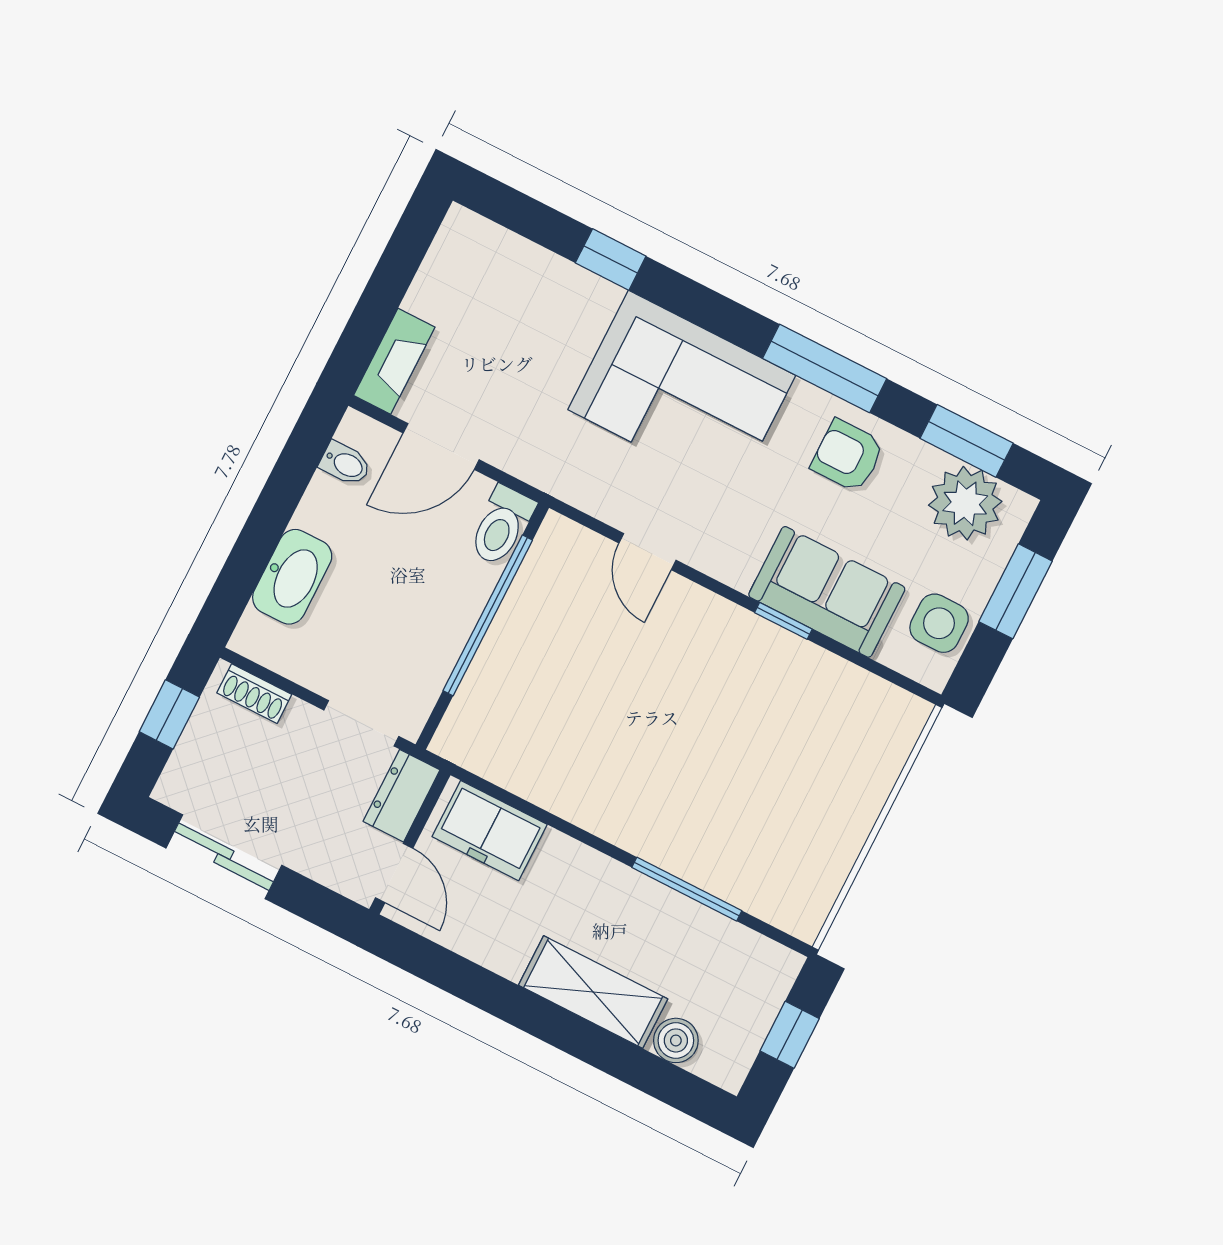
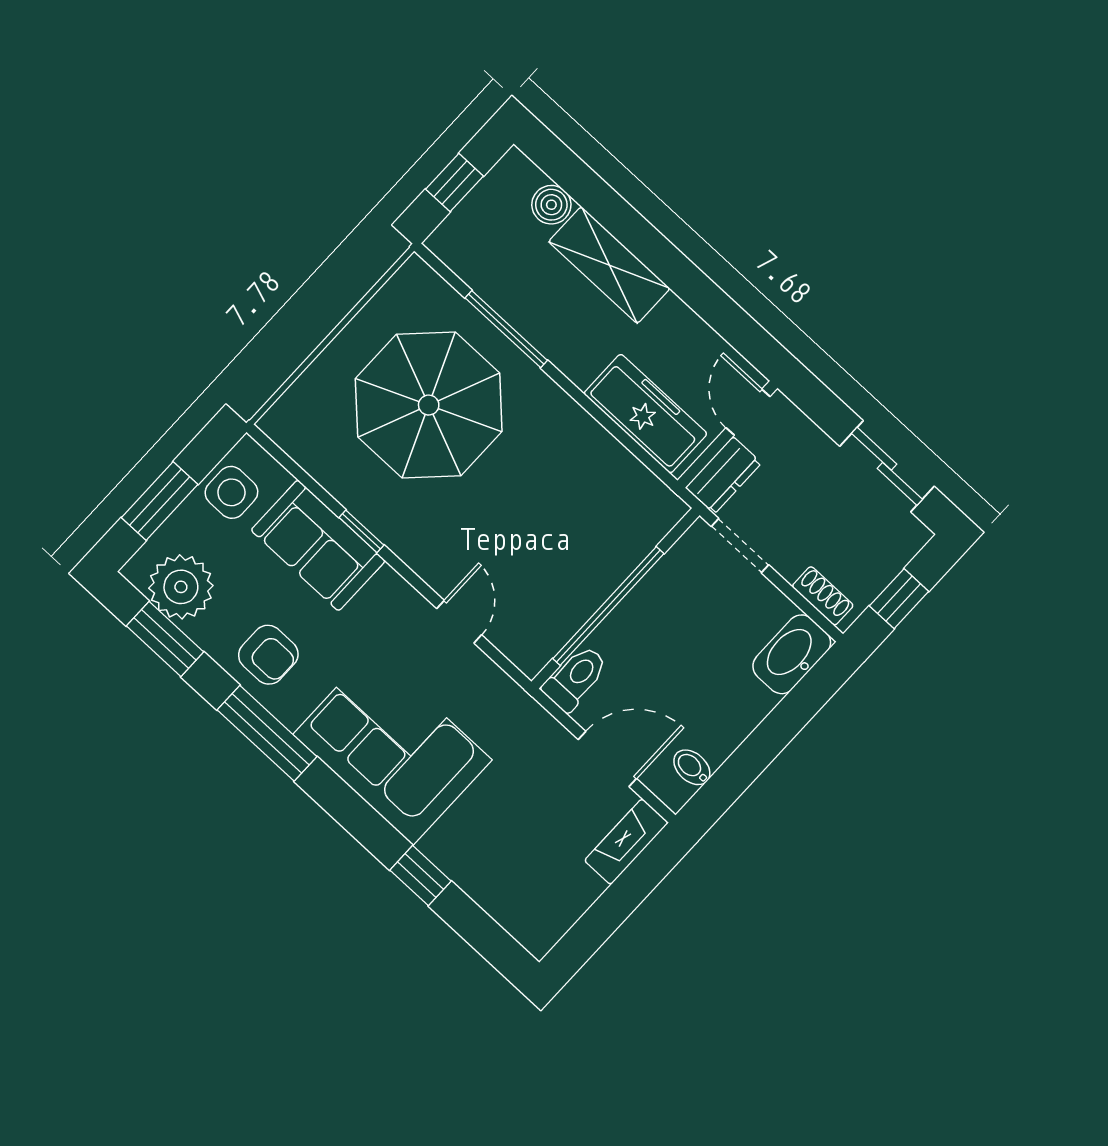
washbasin: (292, 577) -> (792, 654), moved
parasol: (749, 781) -> (429, 405), added
freezer: (490, 831) -> (645, 414), width x1.40

